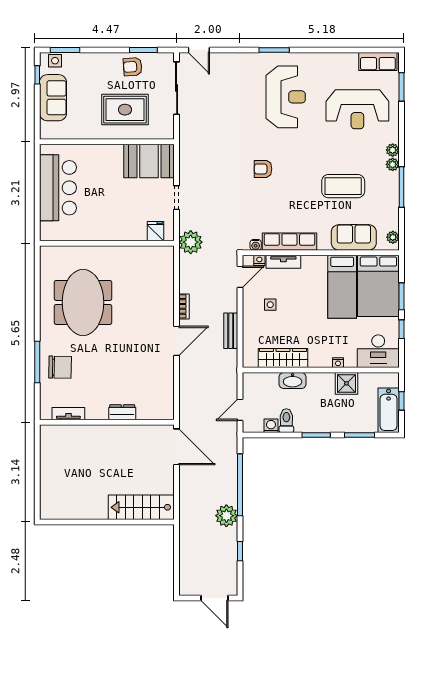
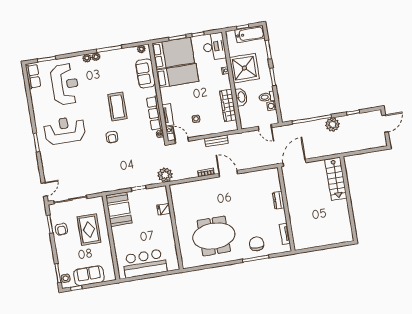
coffee table: (343, 186) -> (117, 107), moved
fridge: (155, 231) -> (164, 209), moved
shower: (346, 383) -> (244, 68), width x1.86, depth x1.86

